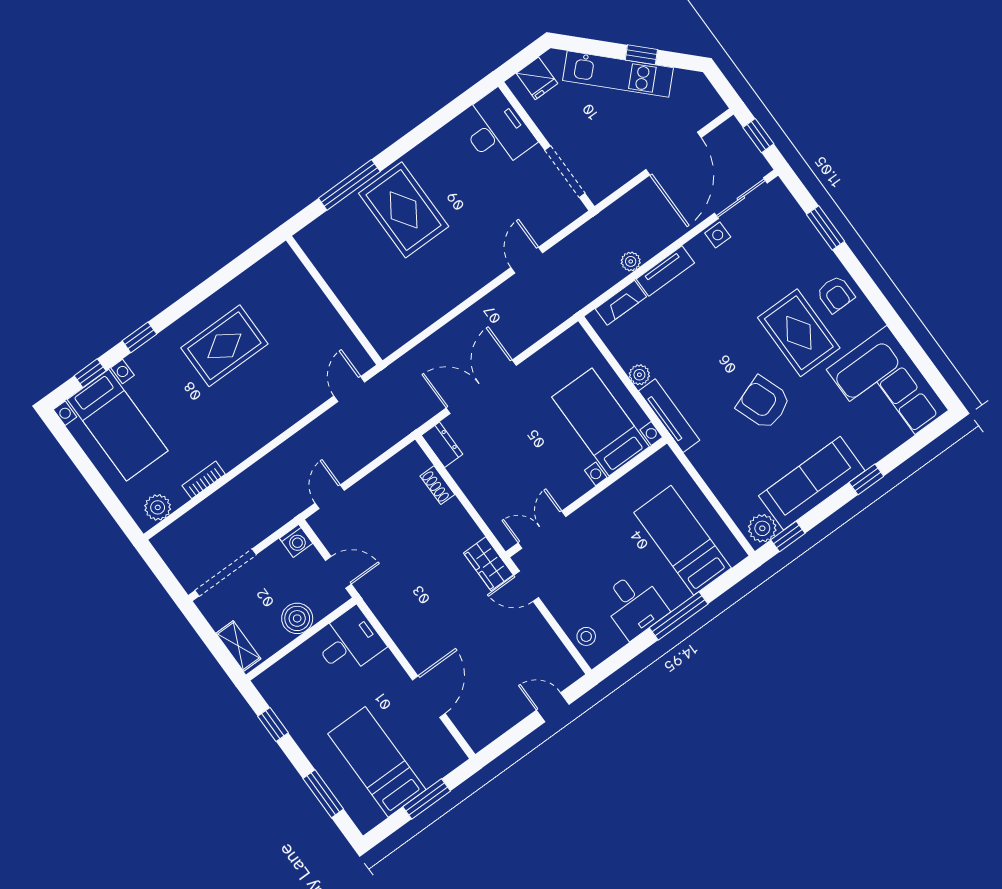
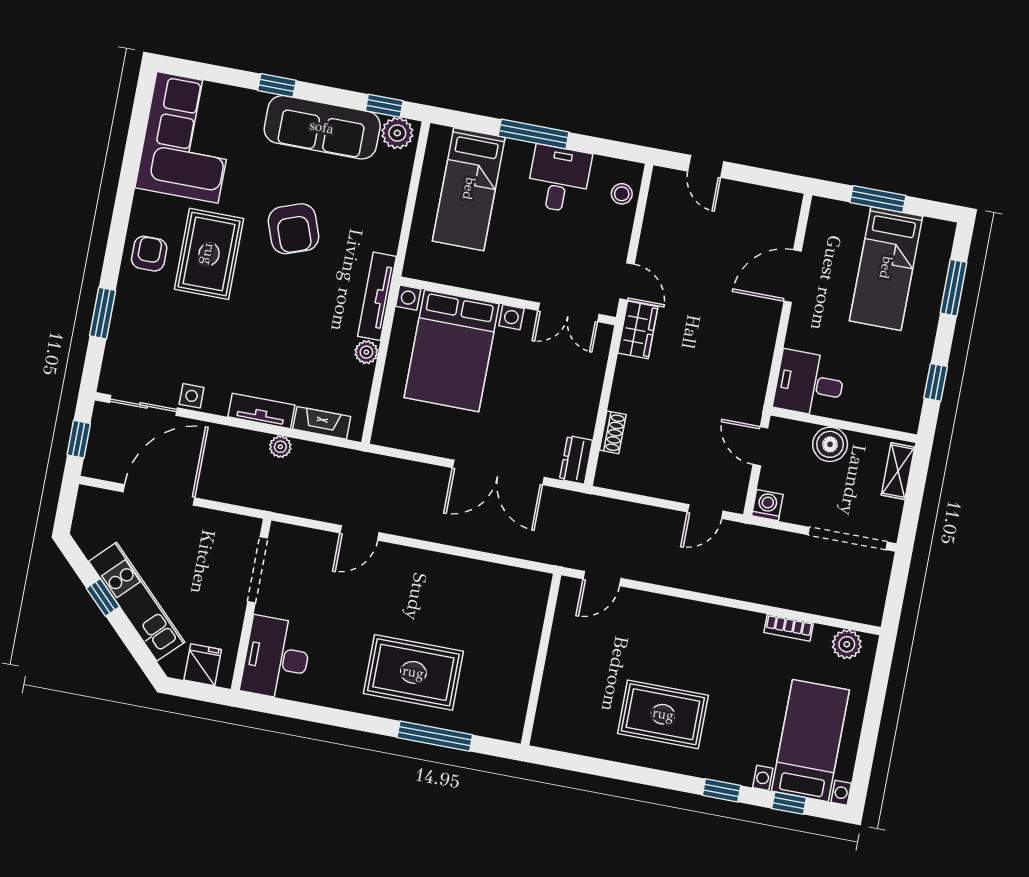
rug: (404, 210) -> (413, 672), turned 90
bed with nightstands: (600, 422) -> (452, 351), width x1.36

